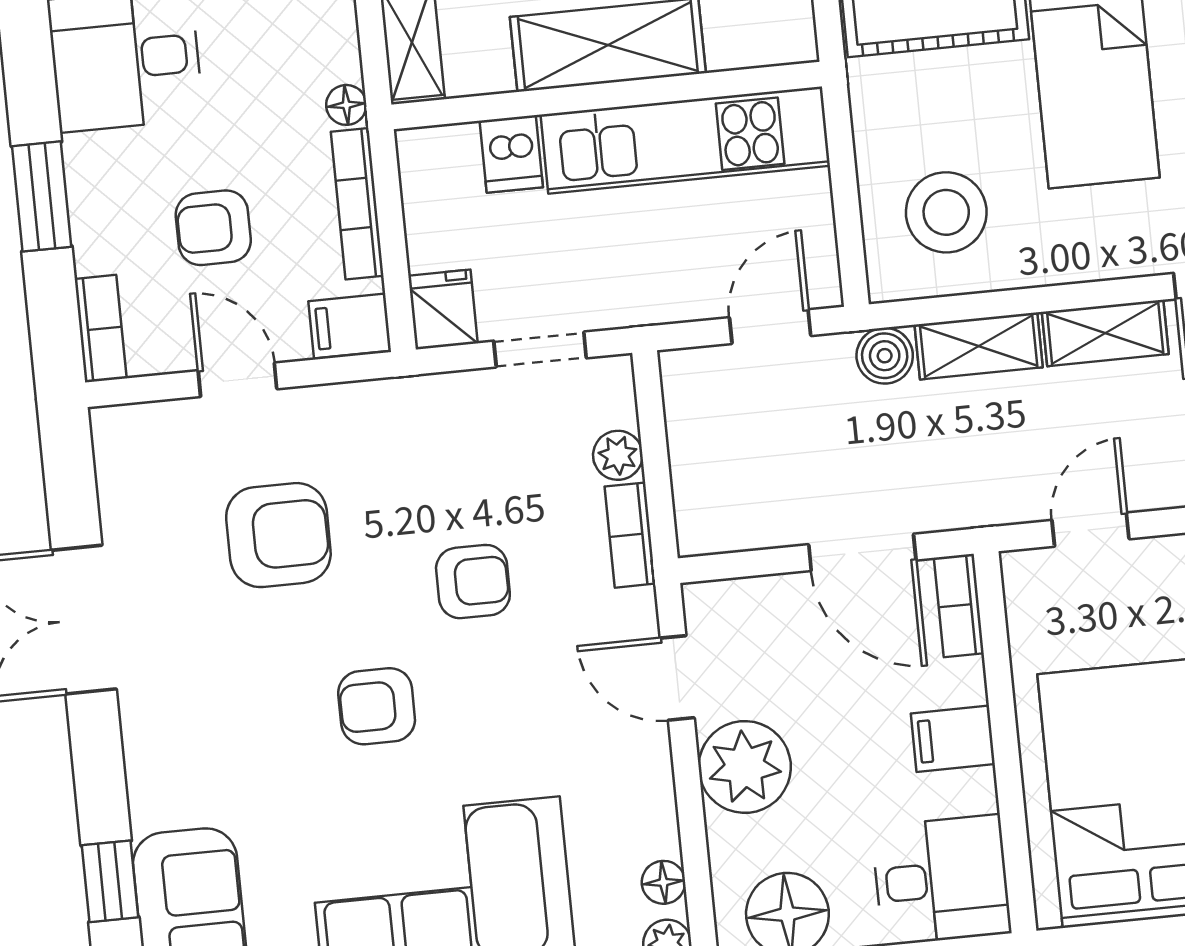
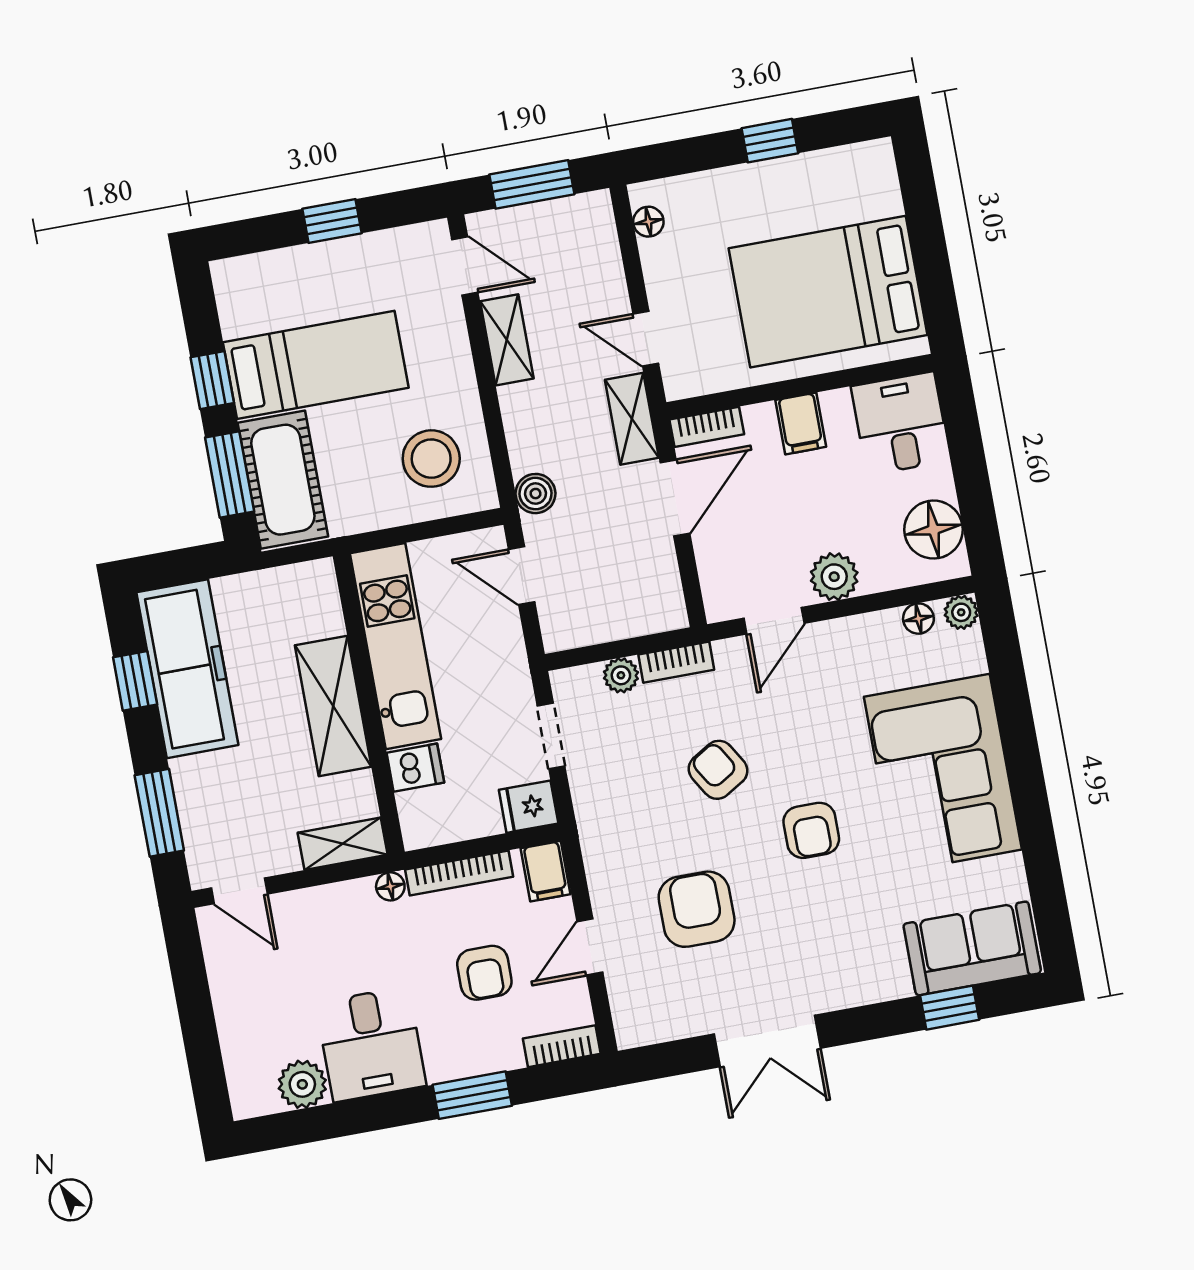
shelving: (979, 346) -> (632, 419), moved
armchair: (473, 582) -> (718, 770), turned -31
plant: (745, 767) -> (834, 577), width x0.73, depth x0.73

